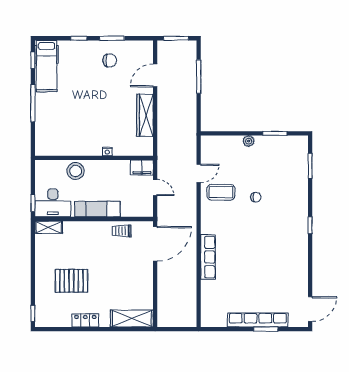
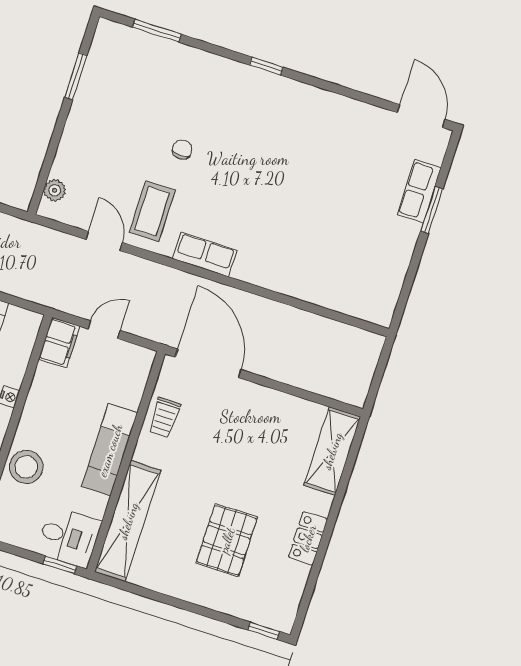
plant: (249, 141) -> (55, 190), moved
desk: (53, 203) -> (69, 537), width x0.73
shelving: (49, 227) -> (128, 521), width x2.20, depth x1.33
row of seats: (208, 257) -> (205, 254), moved, width x0.68
row of seats: (258, 320) -> (419, 191), width x0.50

